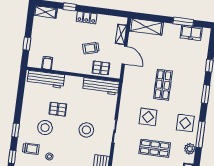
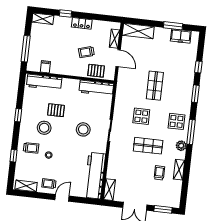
window: (27, 44) -> (26, 49), width x2.17
window: (16, 130) -> (18, 115), moved

